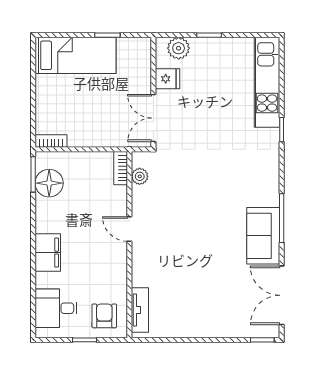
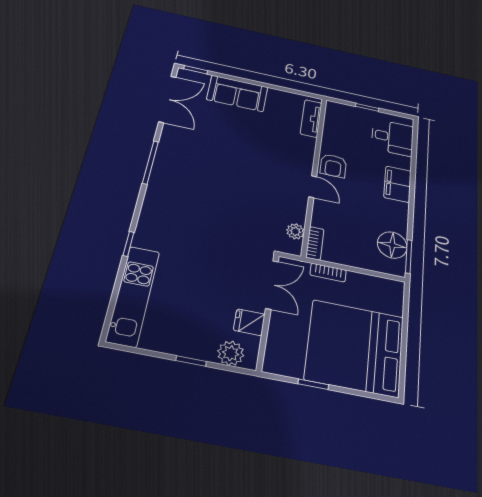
bed: (76, 55) -> (355, 348), width x2.04
bookcase: (51, 141) -> (328, 273), moved
sofa: (263, 236) -> (237, 93), moved, turned 90
armchair: (104, 316) -> (333, 166), moved

